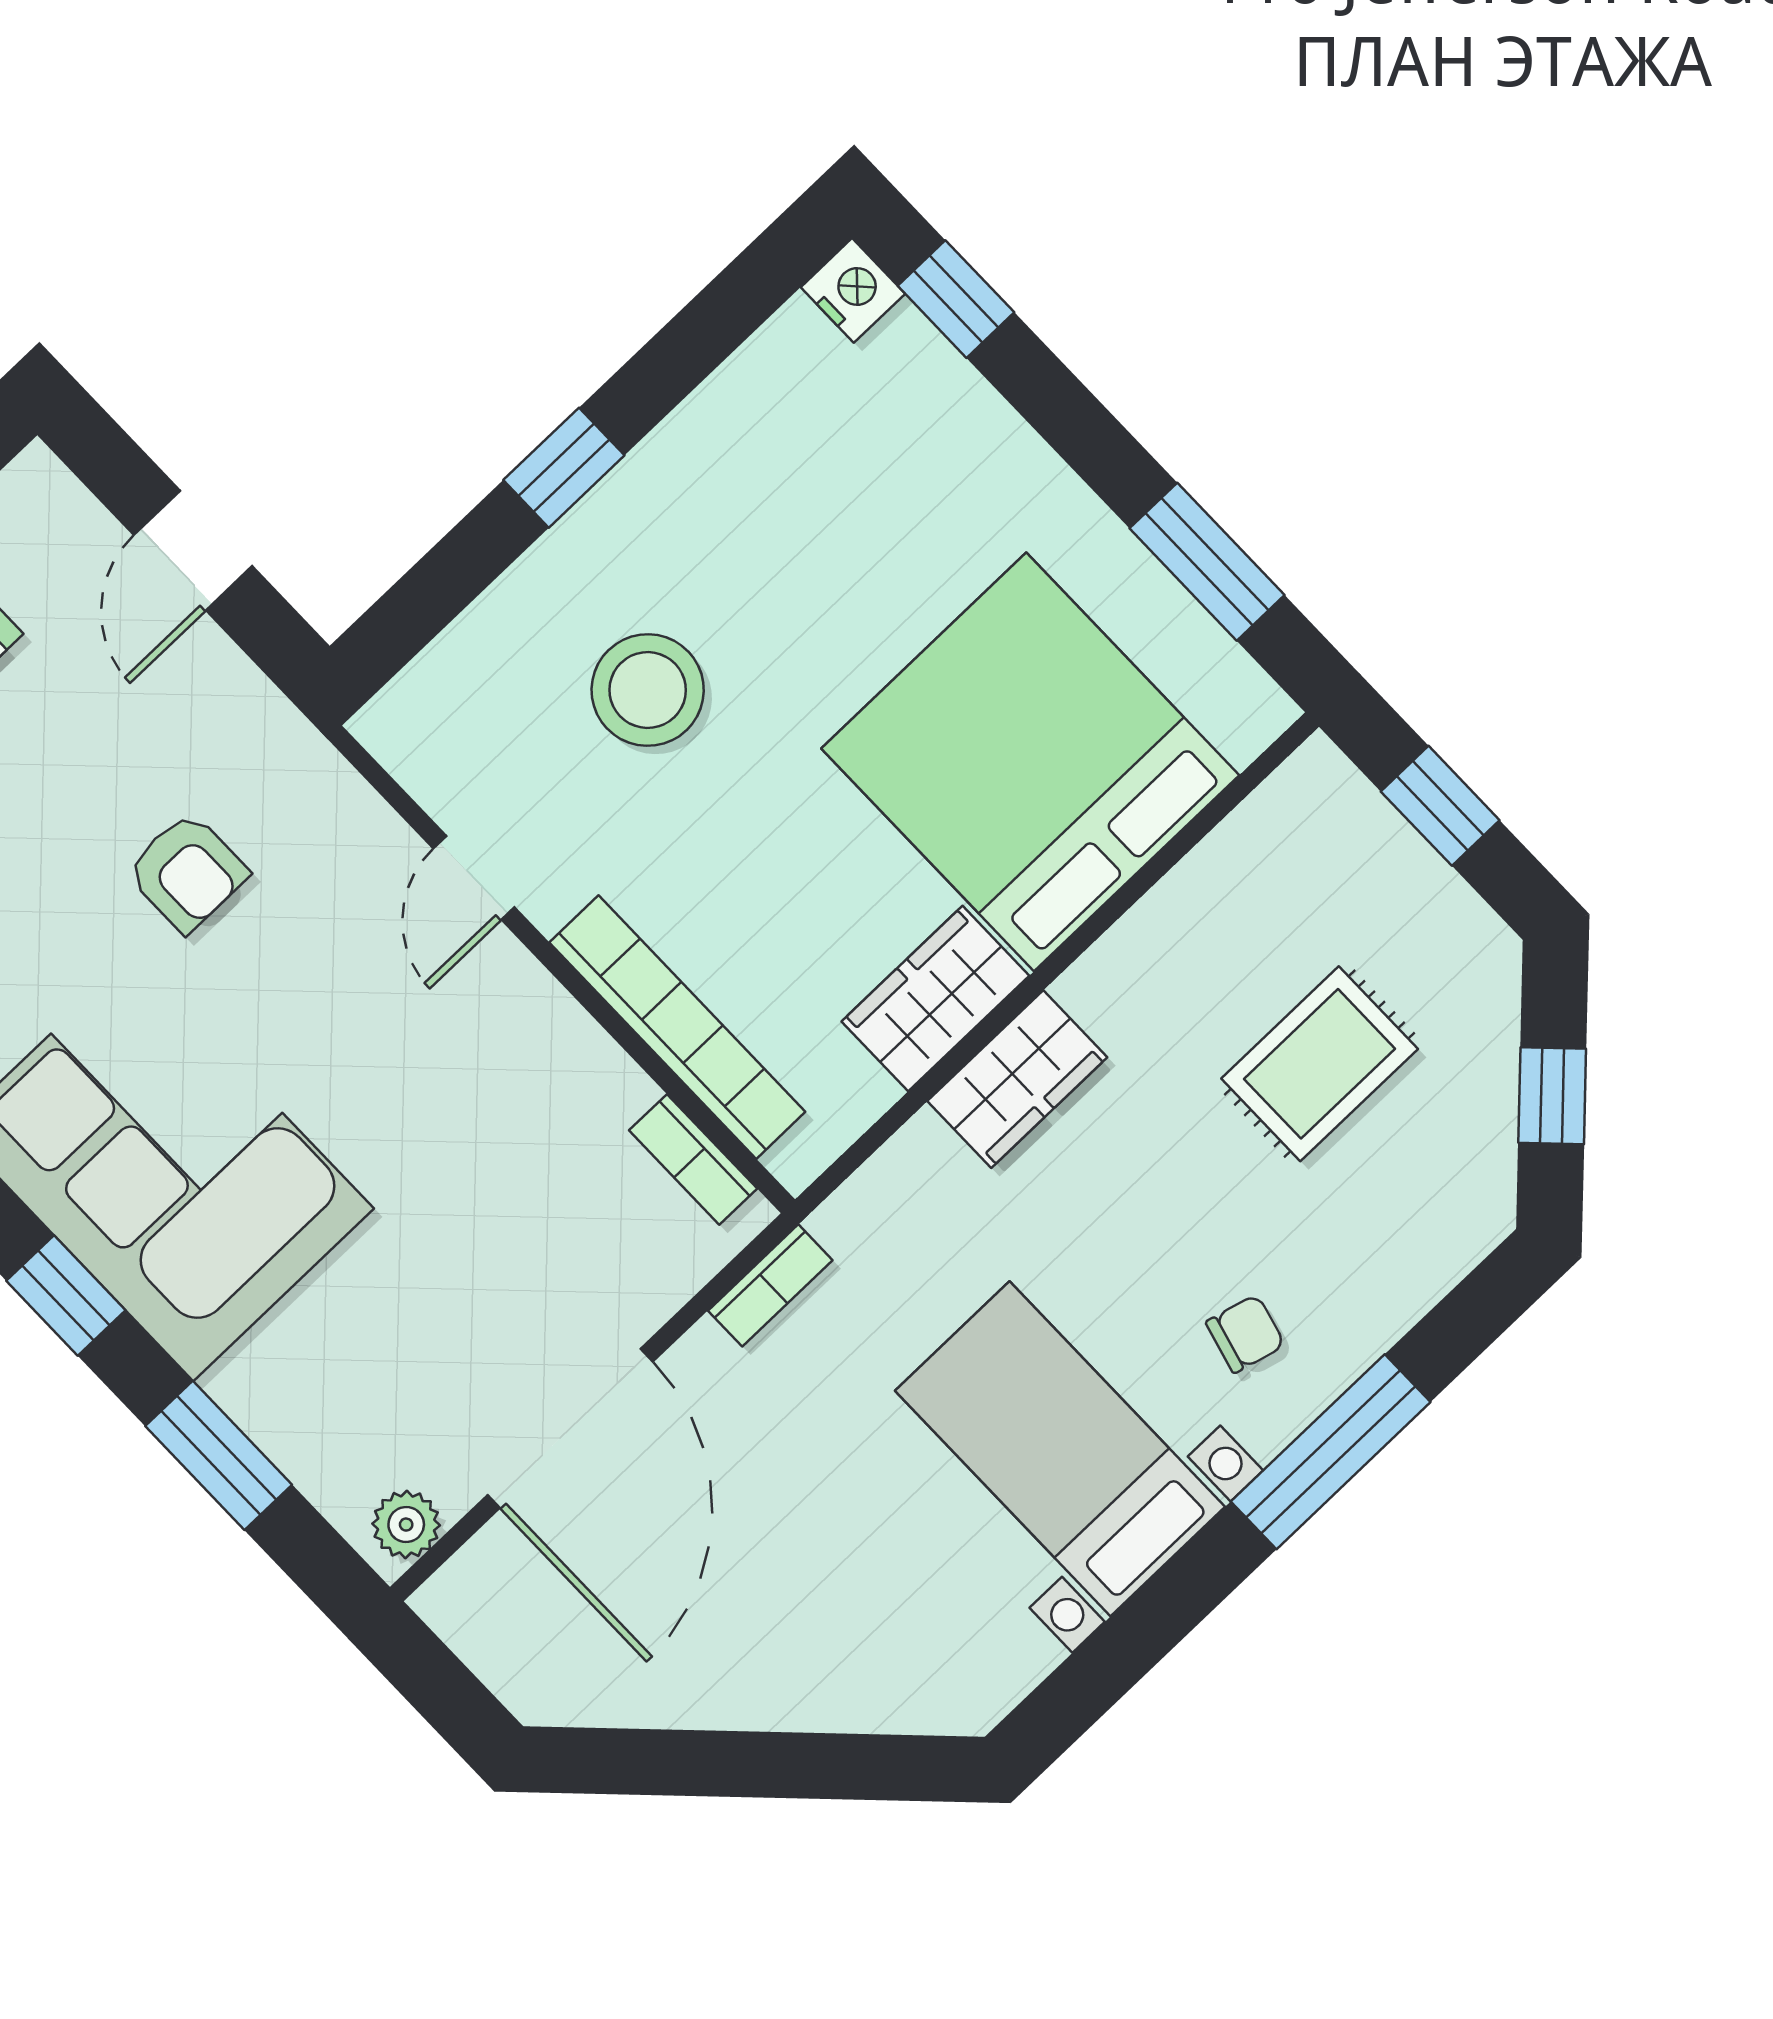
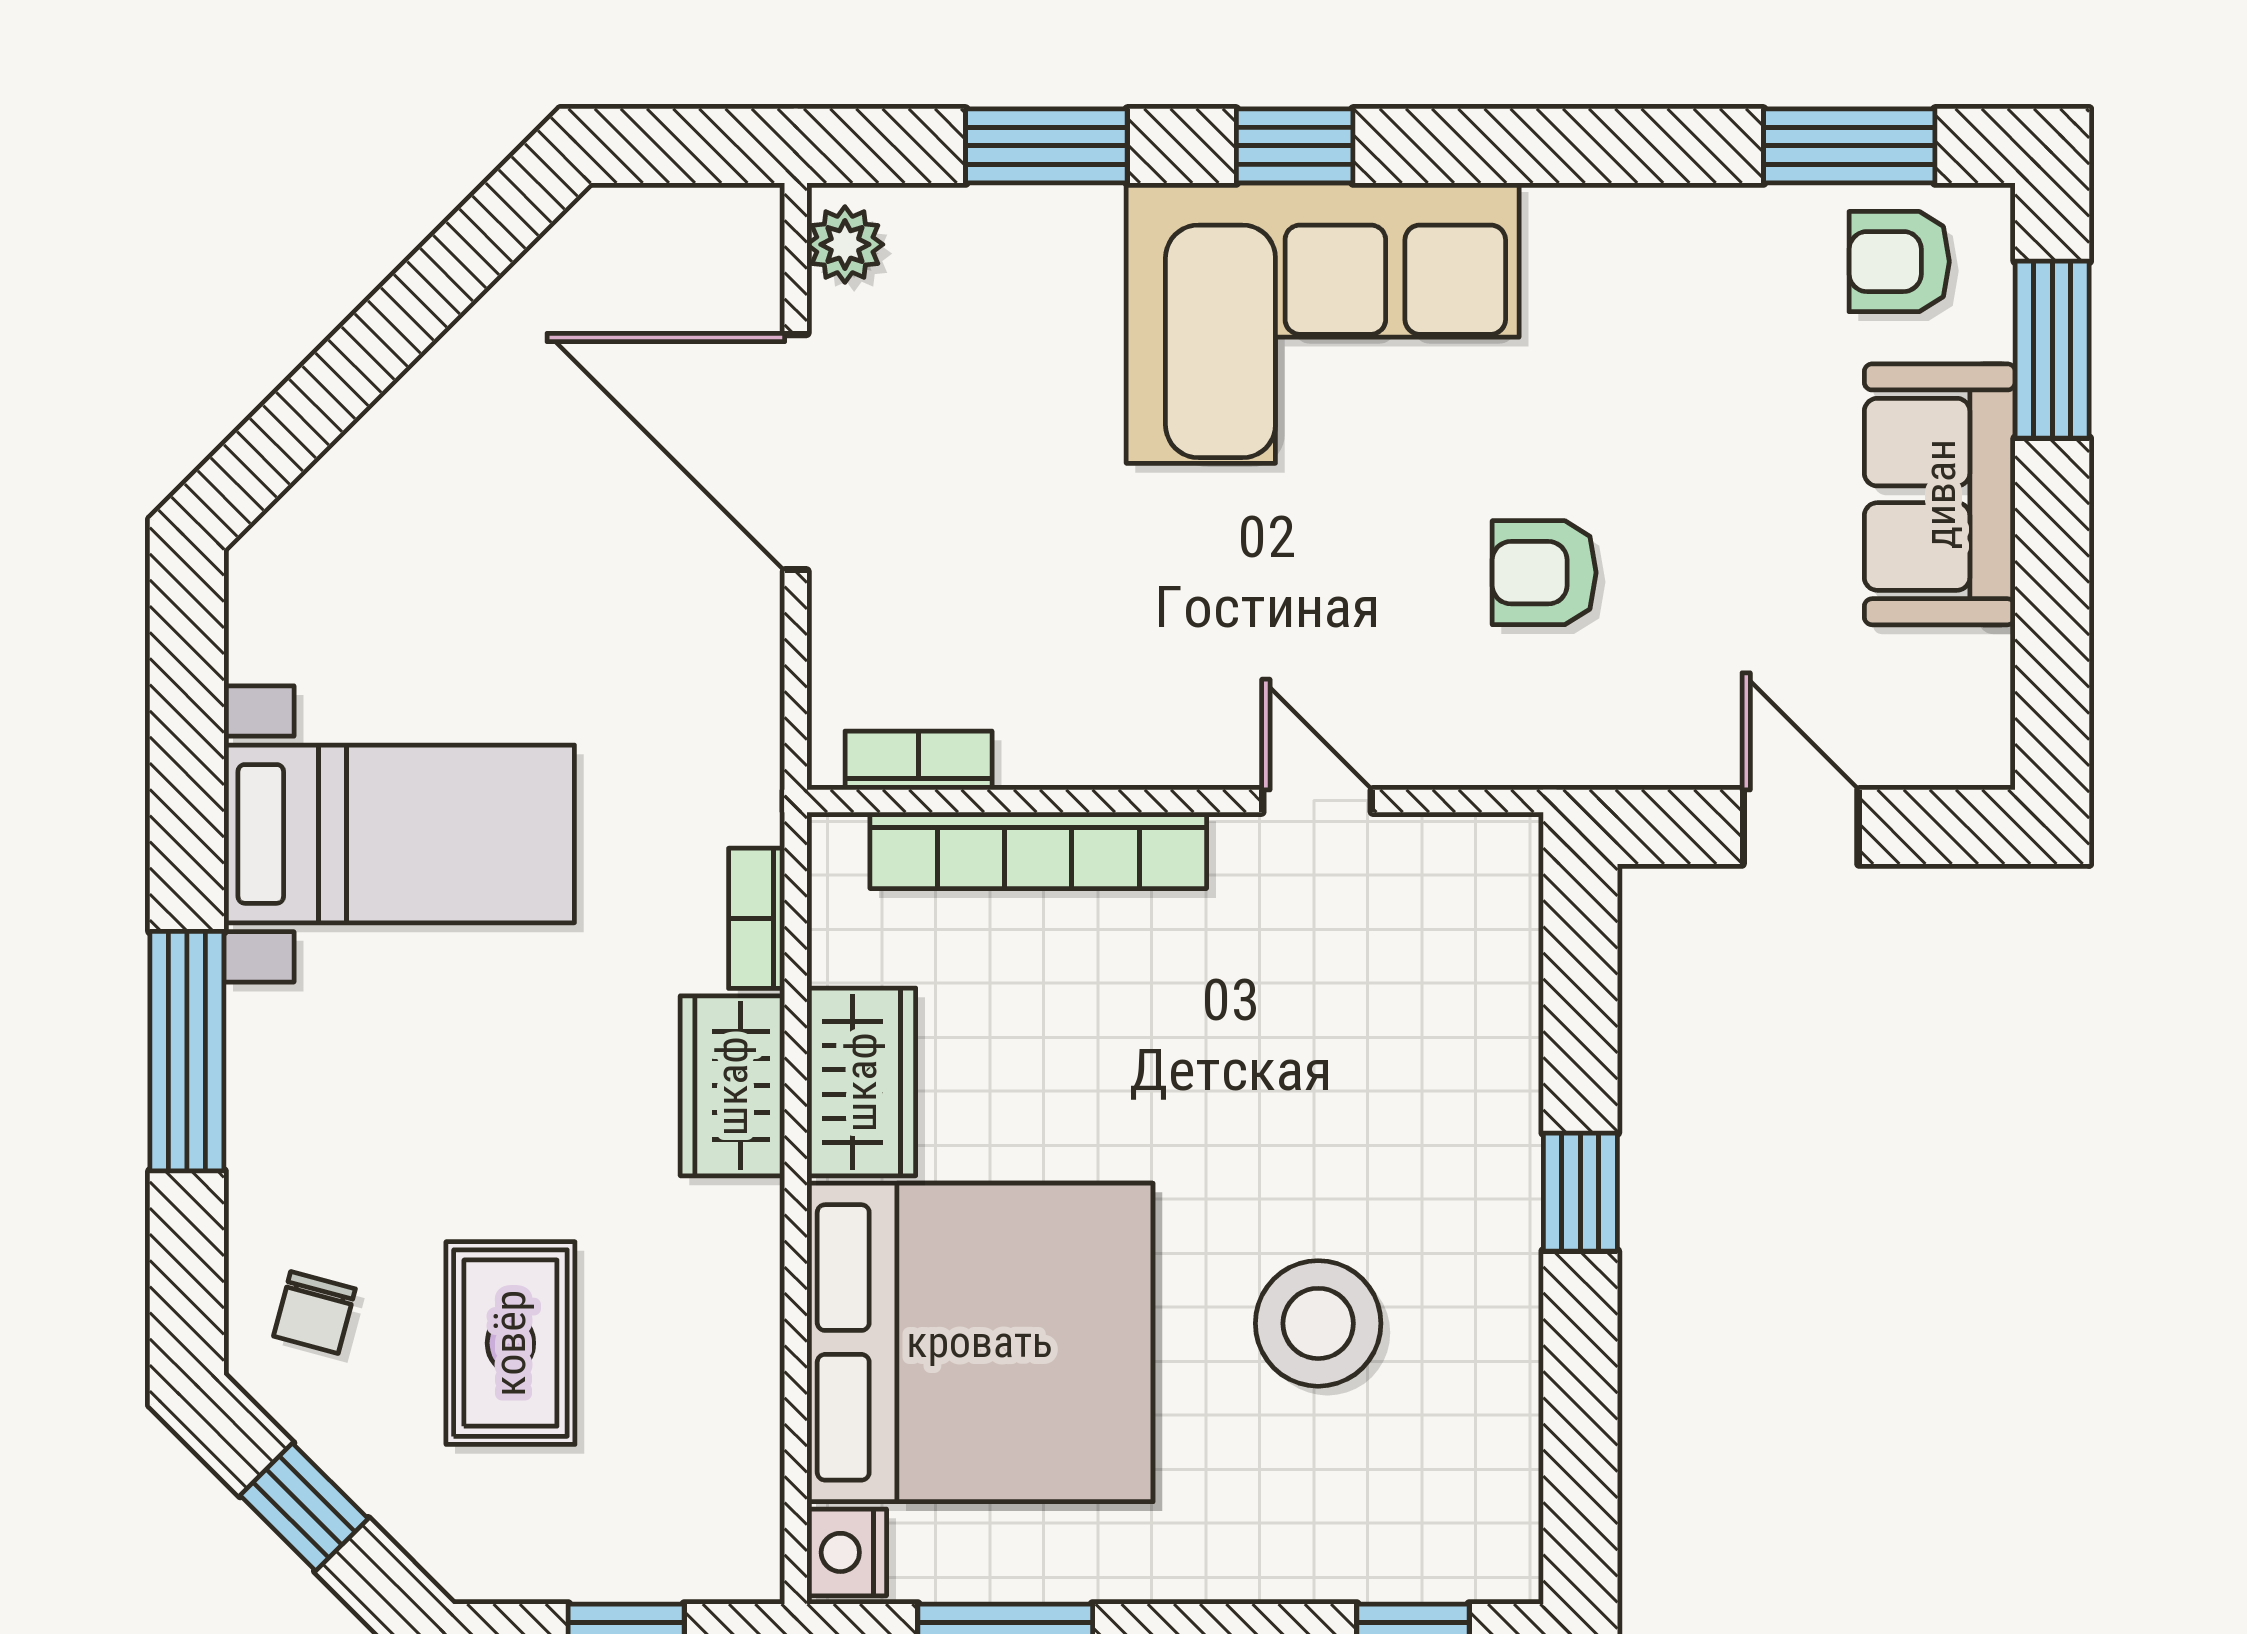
nightstand: (853, 290) -> (847, 1552), moved, turned 90
stool: (648, 690) -> (1318, 1323), moved
bookcase: (770, 1285) -> (757, 918), moved
chair: (1245, 1334) -> (314, 1312), moved

